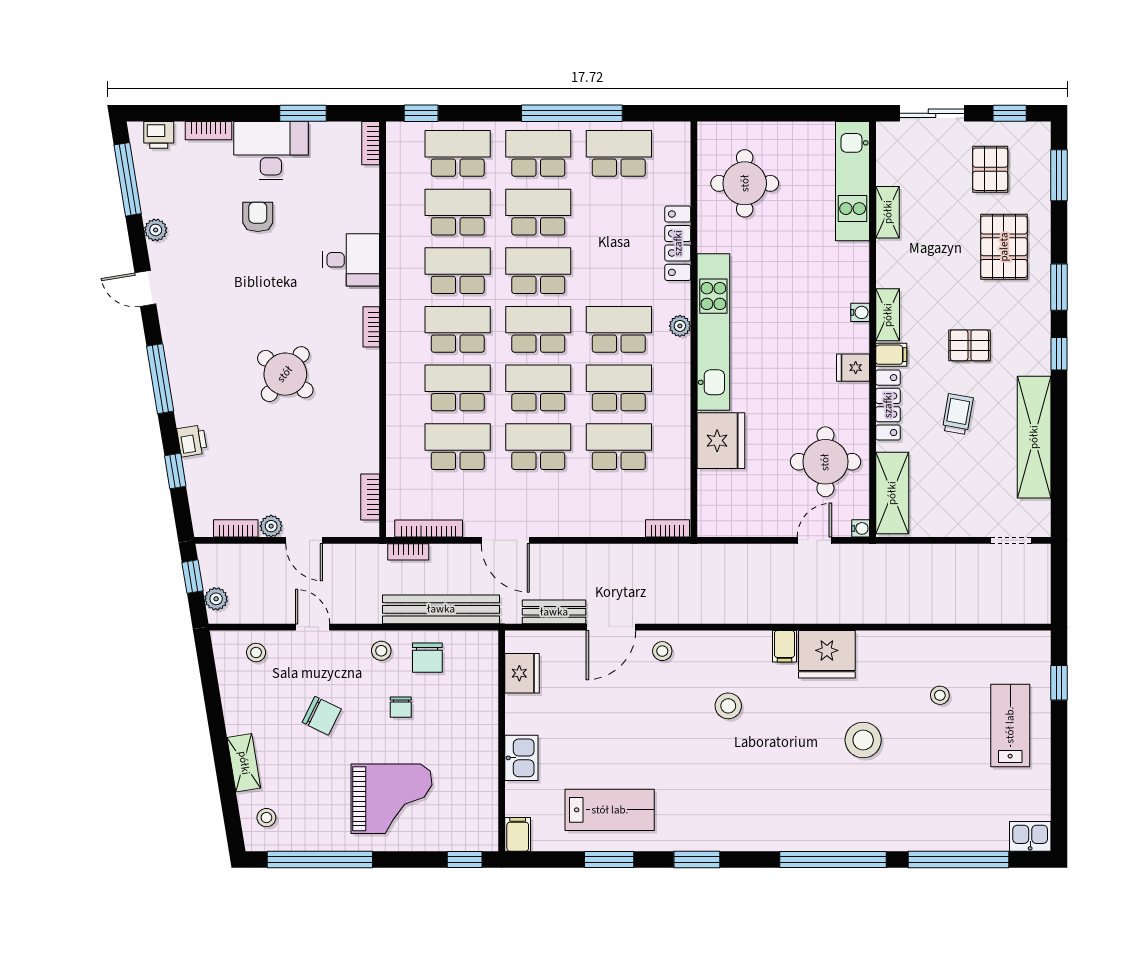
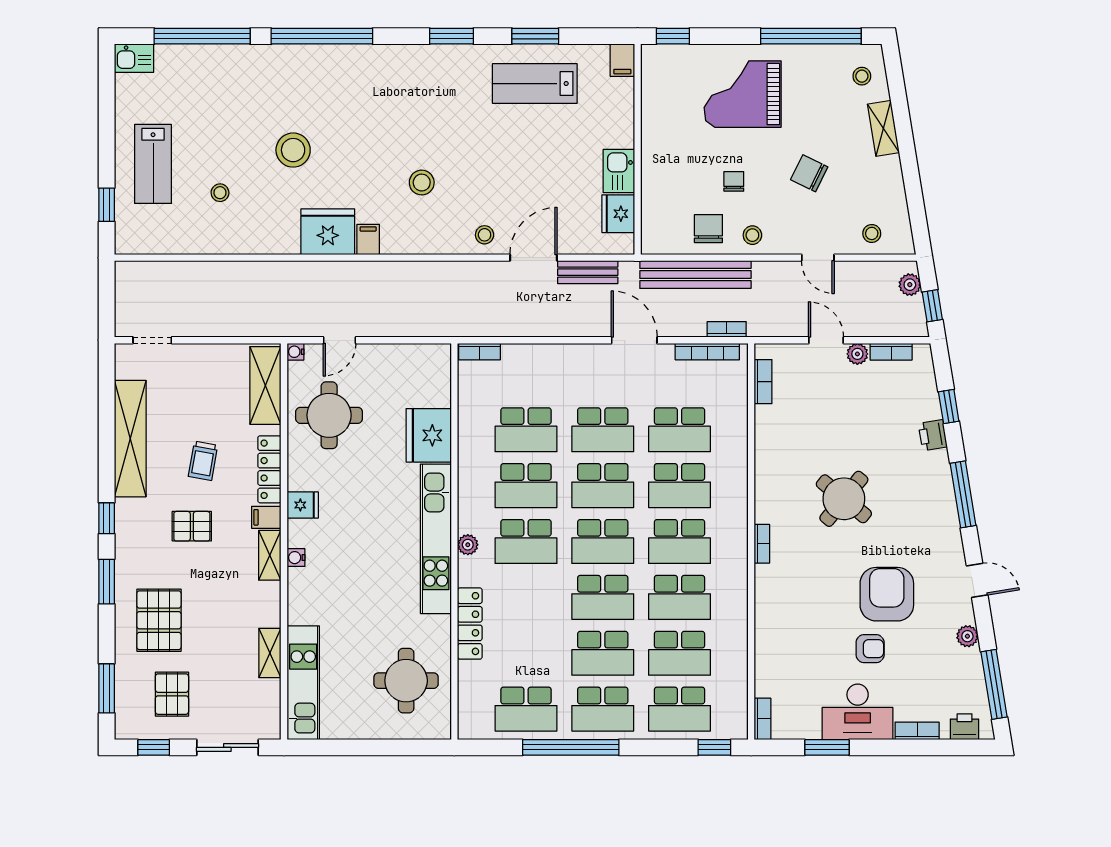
armchair: (258, 217) -> (870, 649), turned -90
desk: (351, 260) -> (781, 608), removed
armchair: (240, 274) -> (887, 594), added
kitchen sink: (521, 758) -> (619, 171), moved

